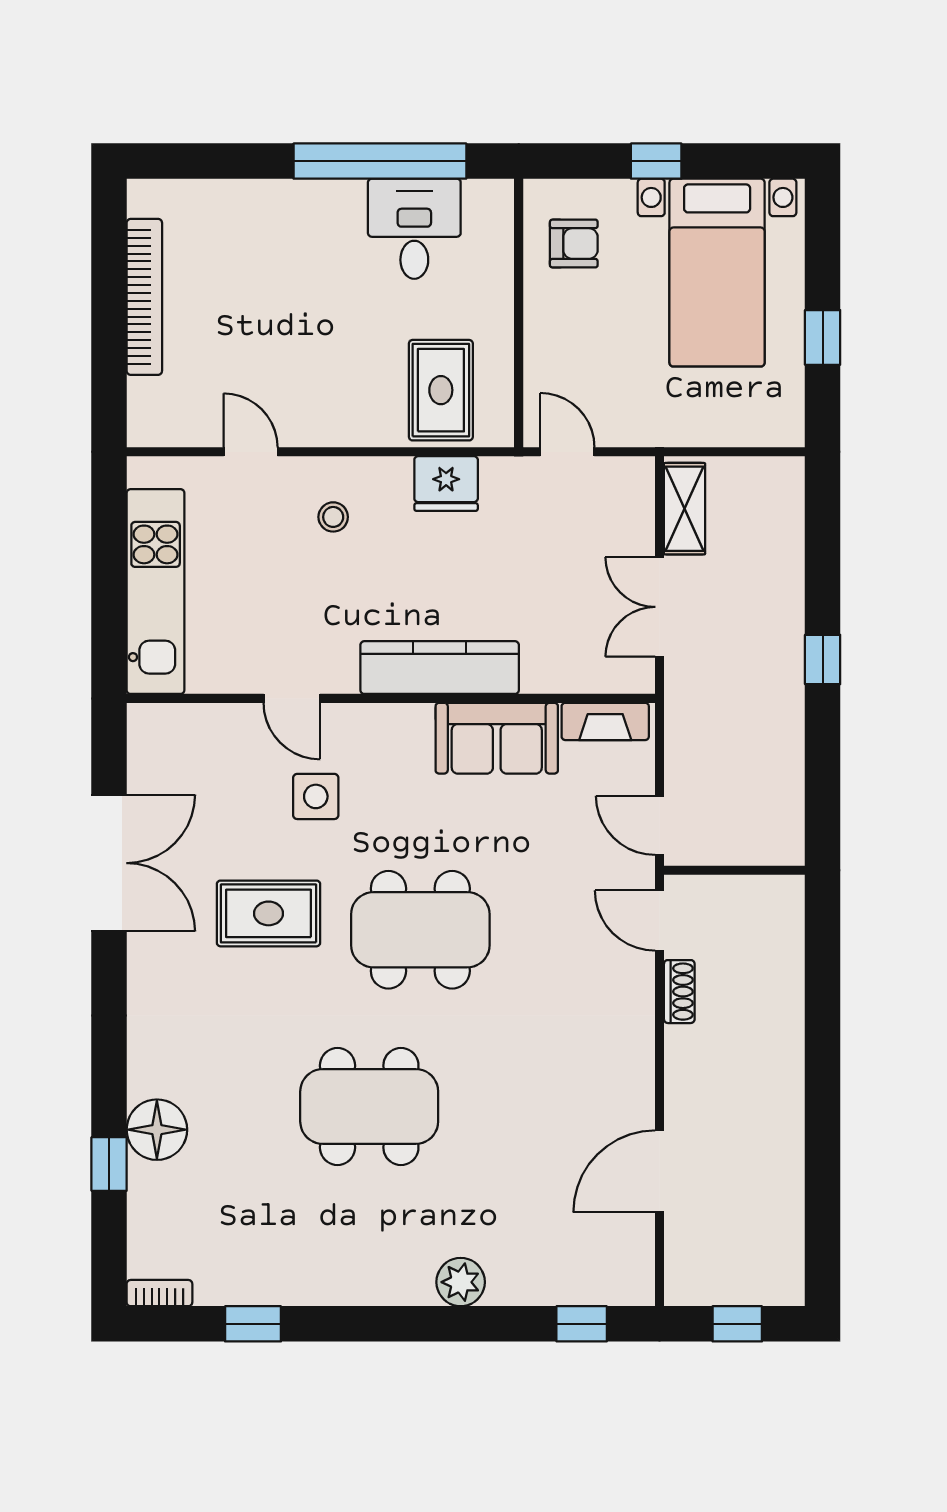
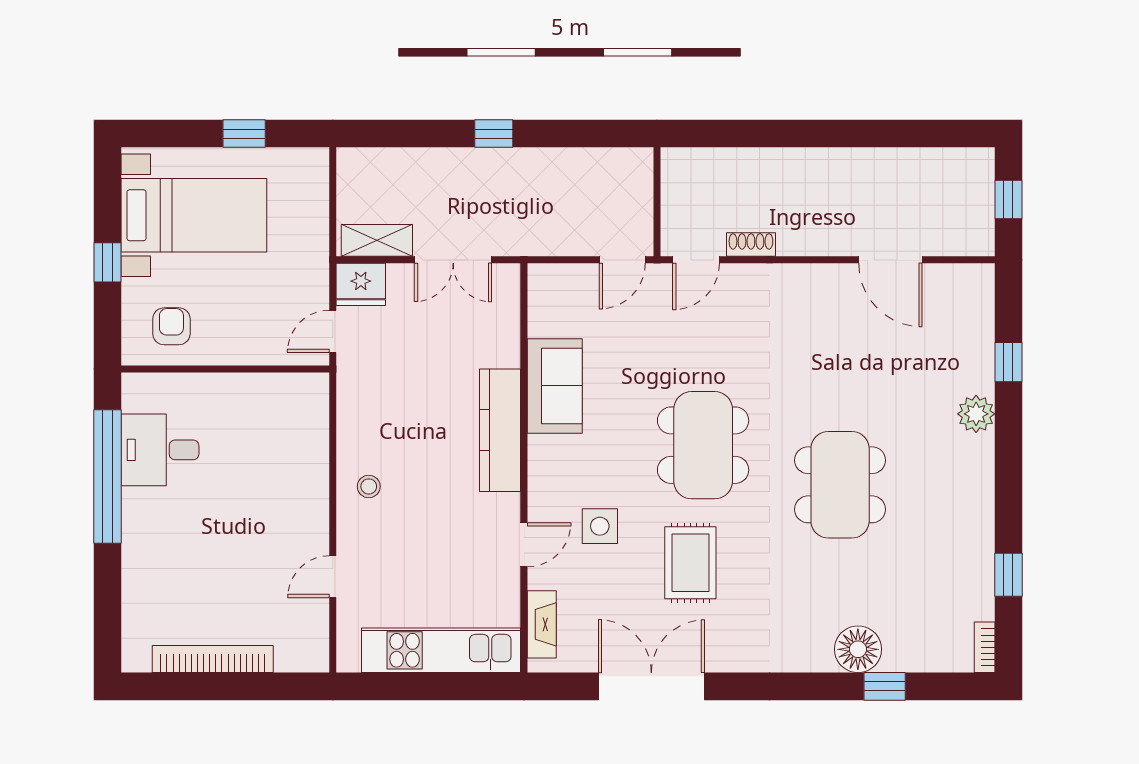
rug: (441, 390) -> (285, 429), removed
fridge: (446, 484) -> (361, 284), moved, turned 90
stool: (333, 517) -> (369, 486), moved
fireplace: (605, 721) -> (542, 624), moved
window: (582, 1324) -> (1008, 362), moved

